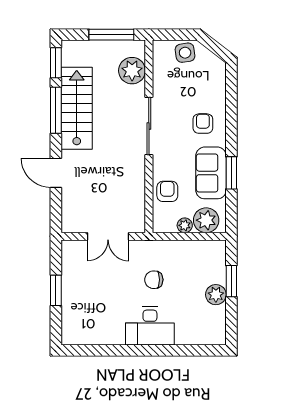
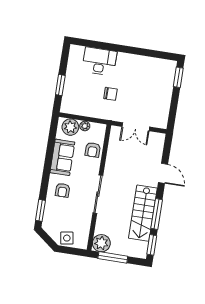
plant: (132, 71) -> (101, 243), moved
window: (231, 173) -> (40, 210), moved
double door: (108, 236) -> (136, 127), swing flipped
window: (56, 290) -> (178, 77), moved
plant: (216, 295) -> (72, 78), removed
desk: (150, 326) -> (99, 61), moved

